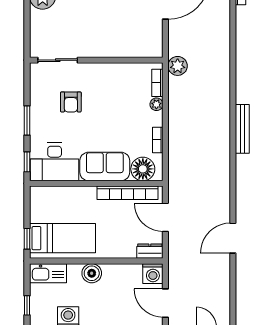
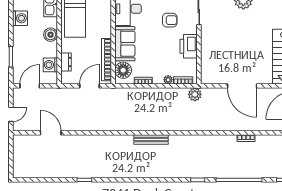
printer: (108, 75) -> (189, 46), added
armchair: (71, 102) -> (170, 20), turned 180
door: (233, 238) -> (51, 133), moved
dresser: (150, 251) -> (66, 62), moved
washing machine: (153, 274) -> (50, 65), moved

